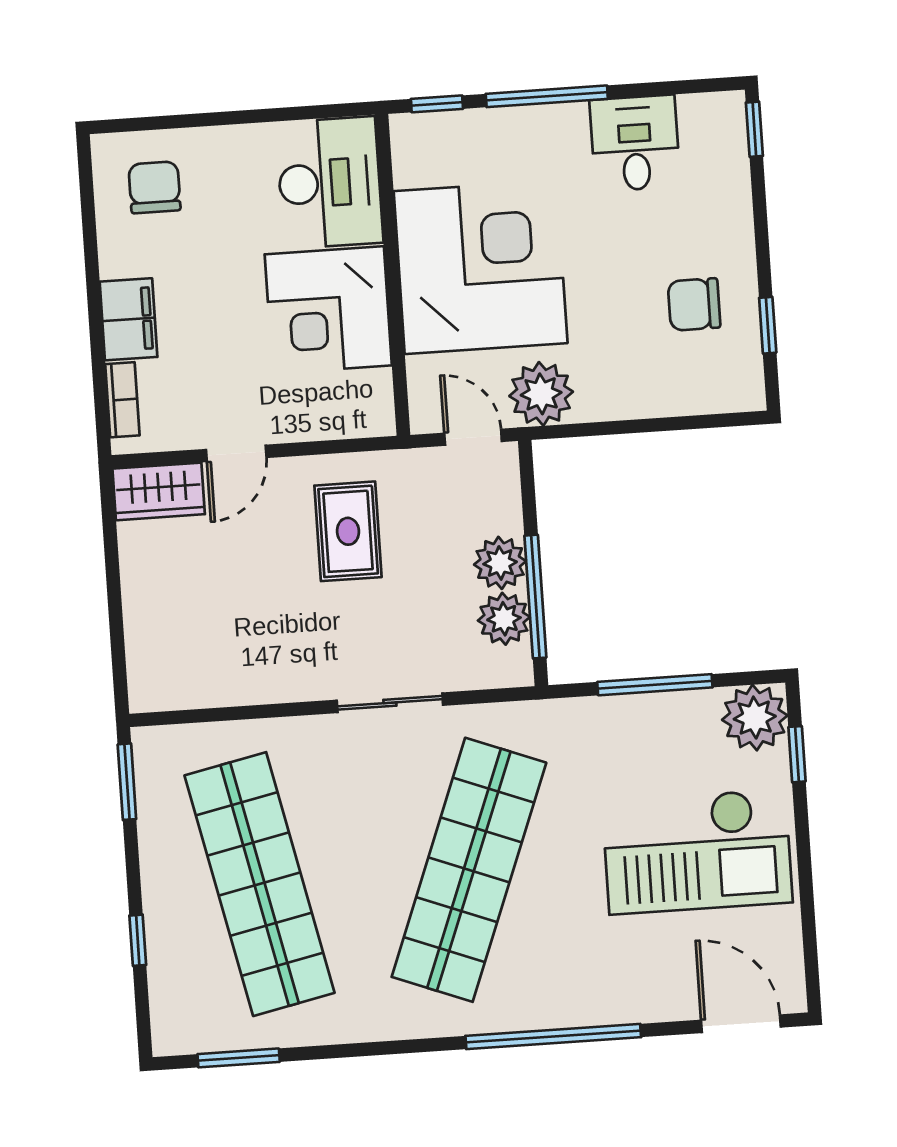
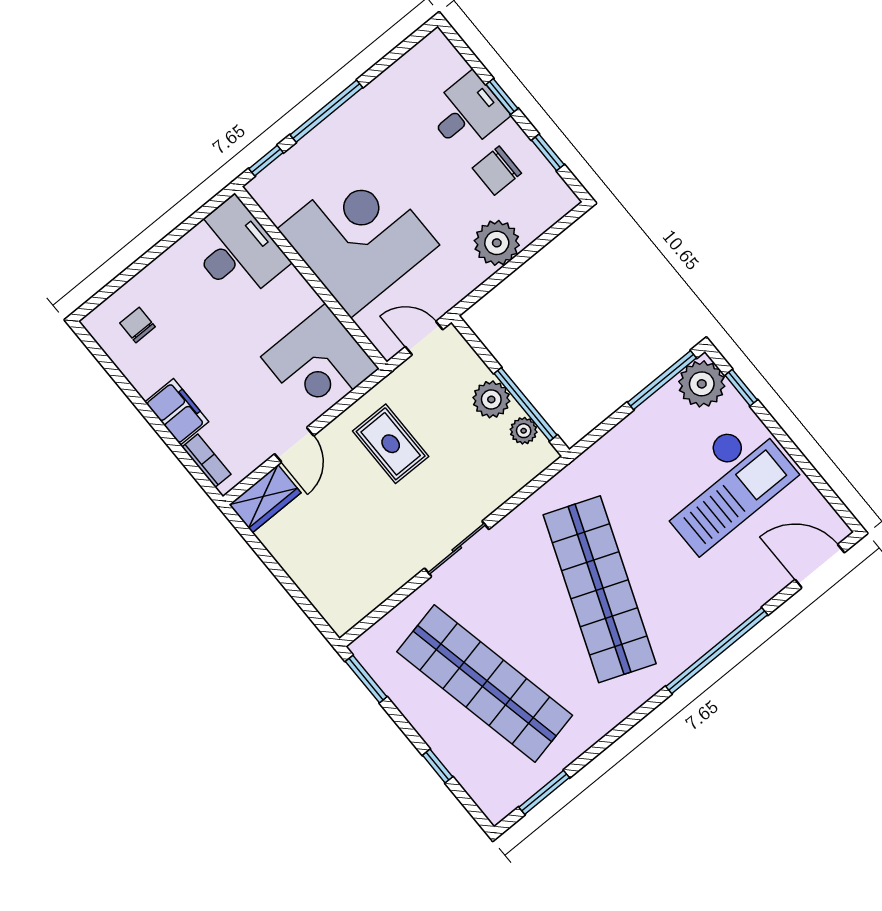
window: (754, 129) -> (502, 96), moved
desk: (635, 143) -> (467, 113), moved, turned 90
chair: (155, 187) -> (138, 325), width x0.73, depth x0.73
corner desk: (328, 310) -> (320, 363), moved
plant: (541, 394) -> (497, 243), moved
plant: (504, 619) -> (524, 431), width x0.73, depth x0.73
window: (655, 685) -> (662, 380), moved
sliding door: (390, 703) -> (457, 549), moved

